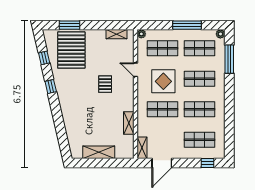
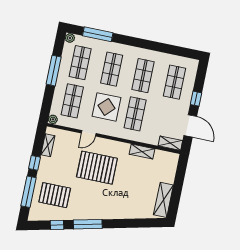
window: (69, 25) -> (29, 192), width x1.44
window: (97, 25) -> (35, 163), added
pallet: (71, 50) -> (55, 195), width x0.73, depth x0.71
pallet: (105, 84) -> (97, 168), width x2.05, depth x2.00
window: (51, 86) -> (88, 224), width x2.17
shelving: (99, 152) -> (163, 200), moved
window: (207, 163) -> (196, 99), moved

